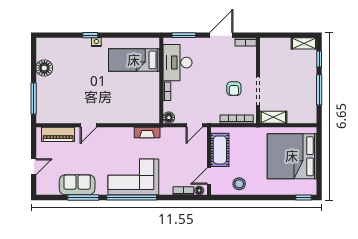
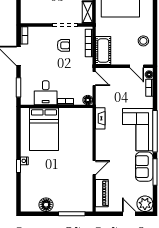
bed: (134, 60) -> (44, 129), width x1.50
desk: (177, 63) -> (46, 93), width x0.73
door: (88, 125) -> (94, 168), hinge flipped
cot: (220, 150) -> (103, 51), moved, turned 90
sofa: (77, 185) -> (144, 167), moved
plant: (45, 186) -> (145, 204), added

